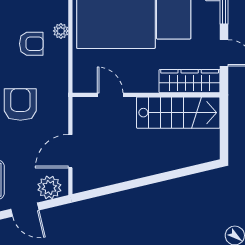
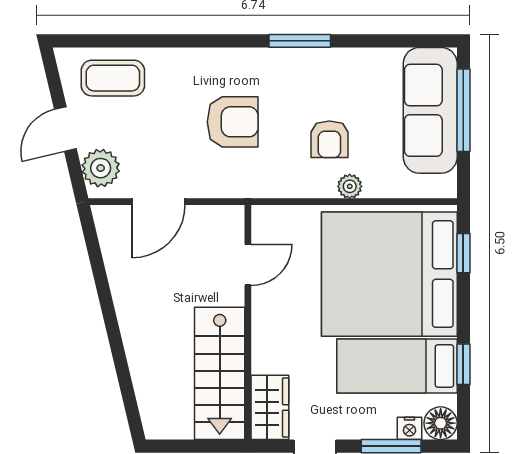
wardrobe: (190, 81) -> (270, 407), width x0.67
door: (70, 151) -> (158, 202), swing flipped

